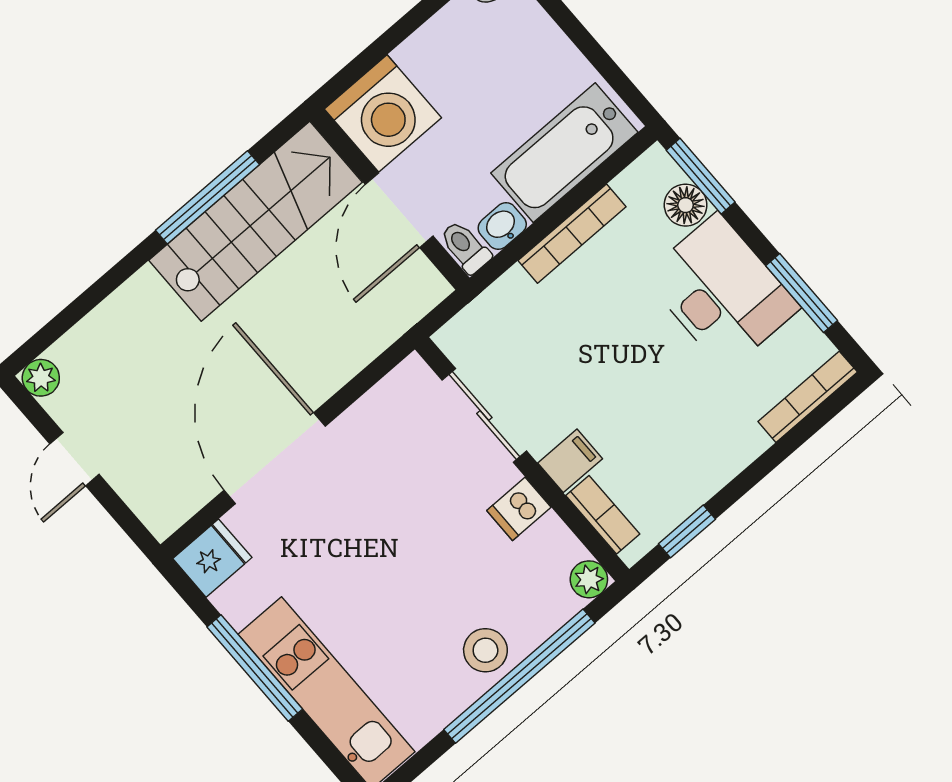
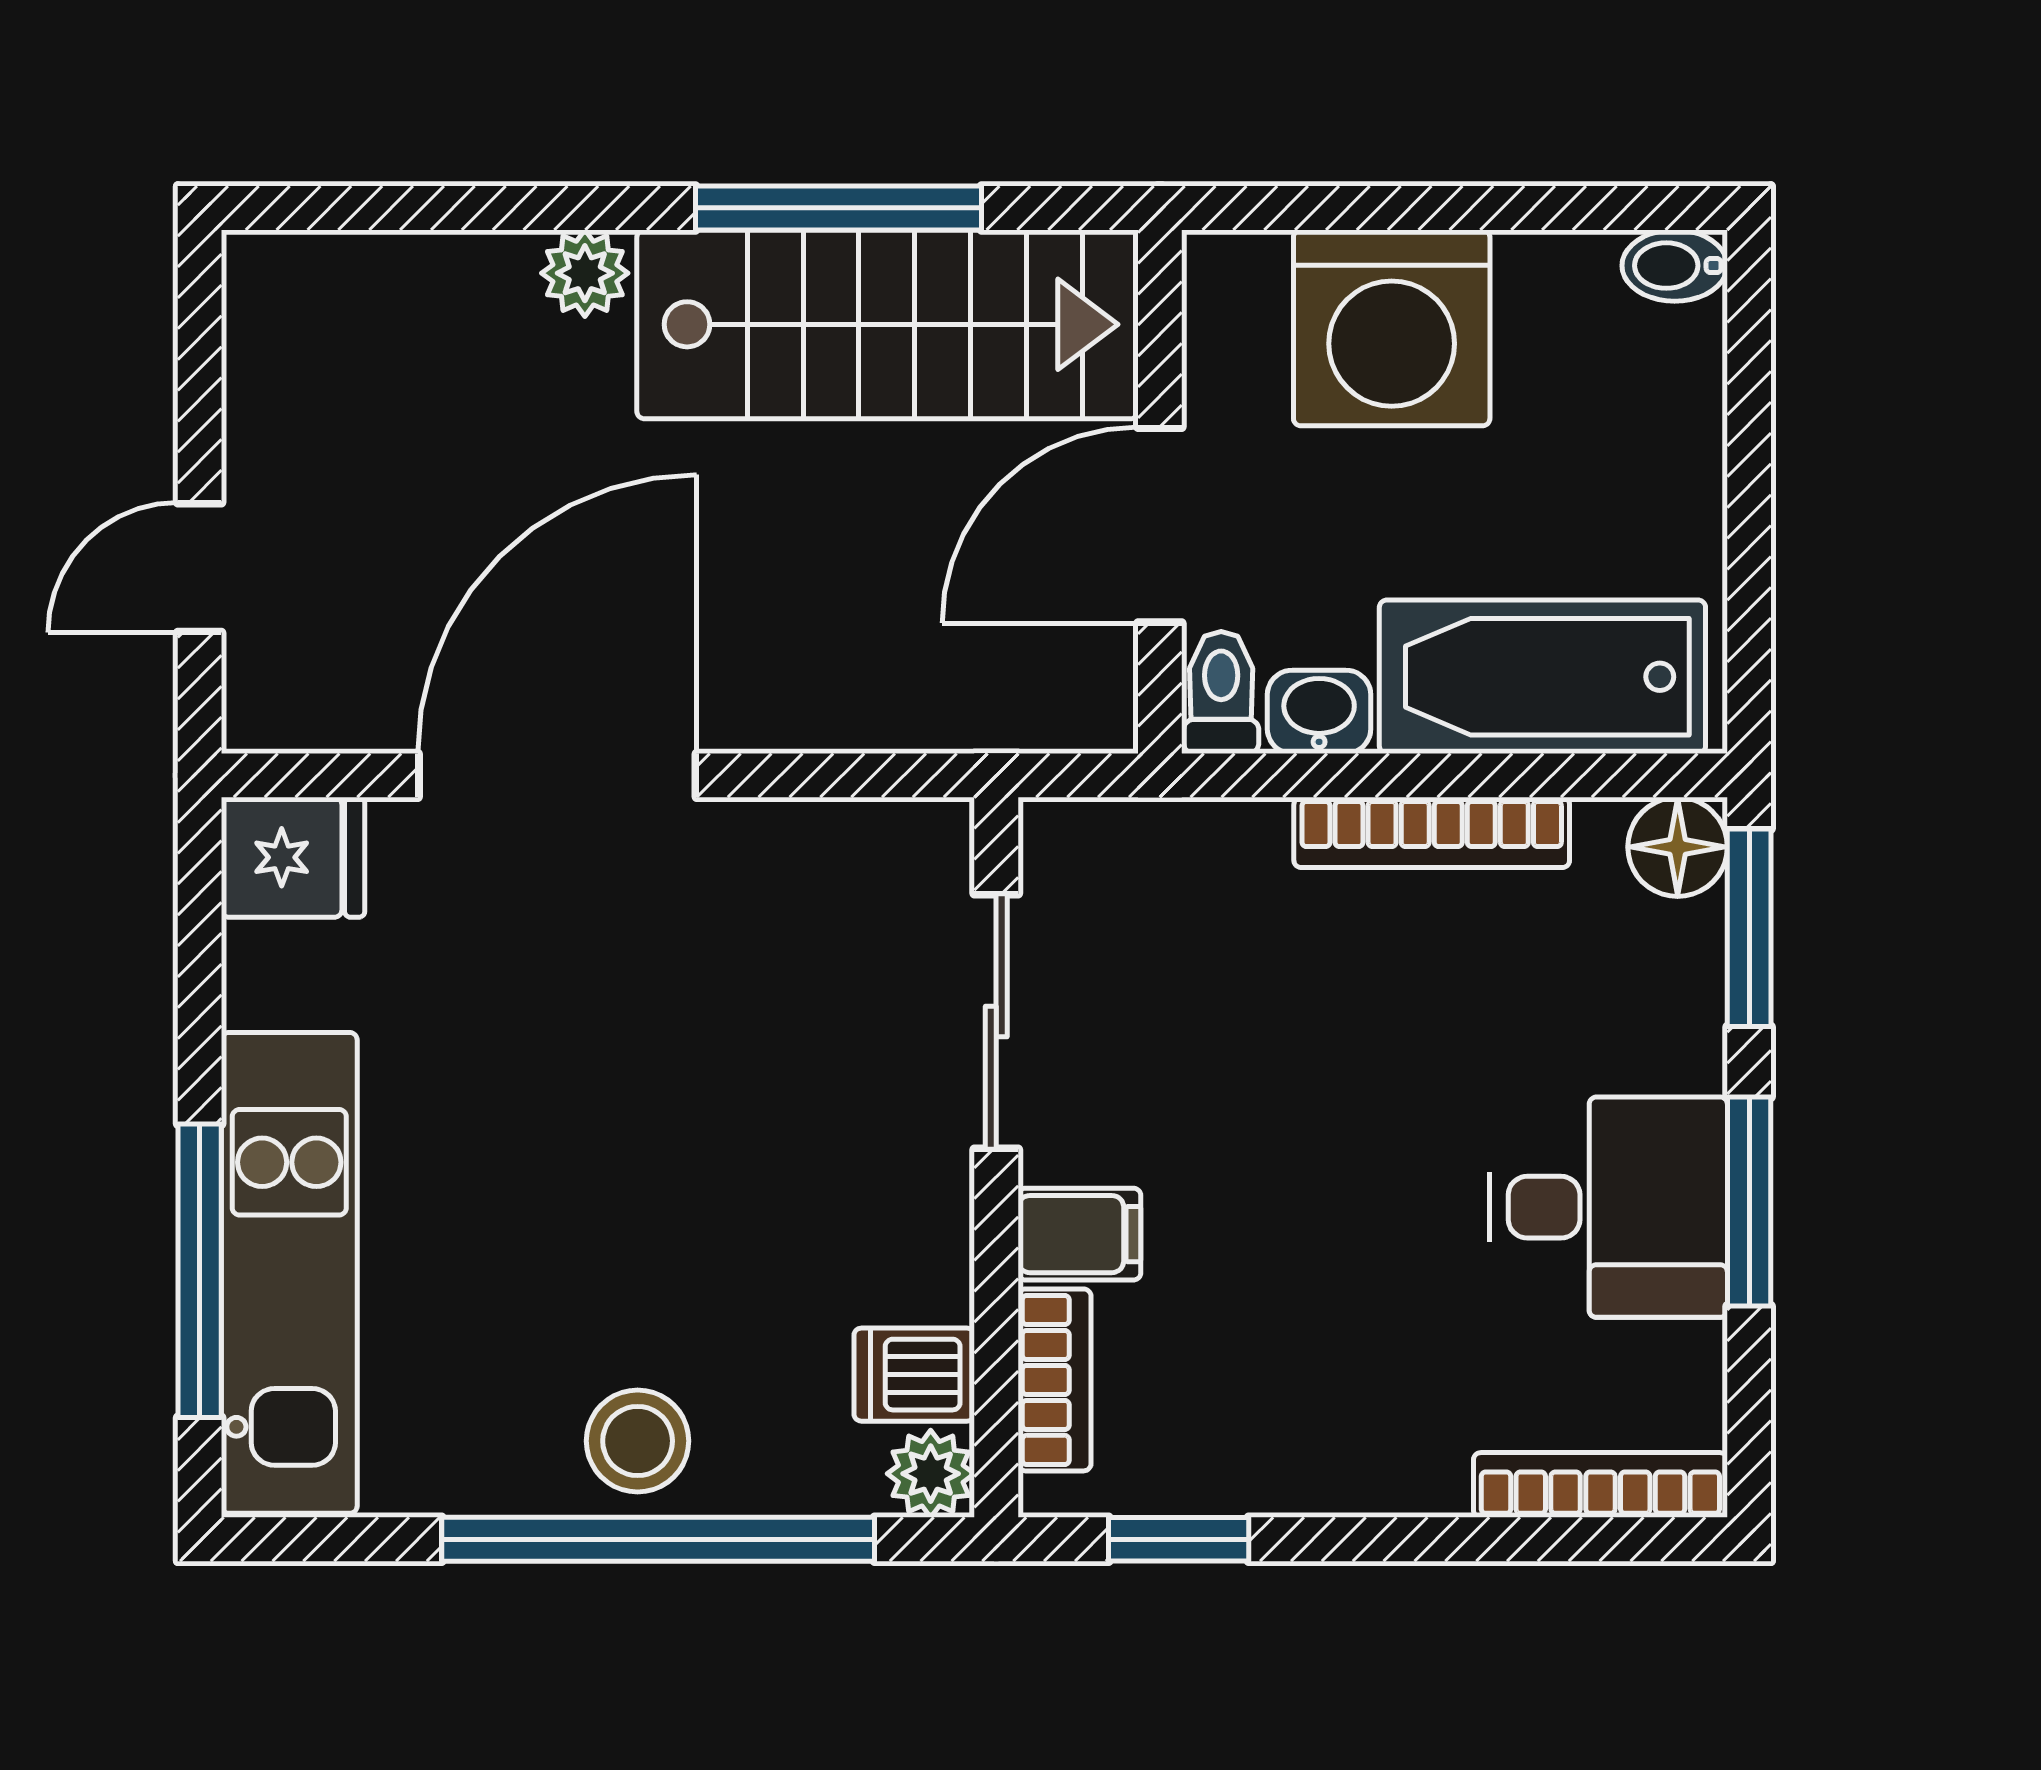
washing machine: (383, 113) -> (1392, 328), moved
floor lamp: (686, 205) -> (1678, 847), moved
desk: (722, 292) -> (1608, 1207), width x0.73
window: (802, 293) -> (1749, 1202), moved
plant: (41, 378) -> (585, 273), moved
door: (74, 459) -> (200, 568), moved
dishwasher: (519, 509) -> (914, 1375), moved
window: (255, 668) -> (200, 1271), moved

